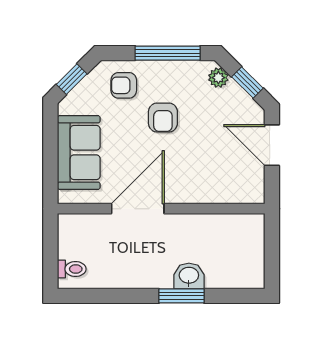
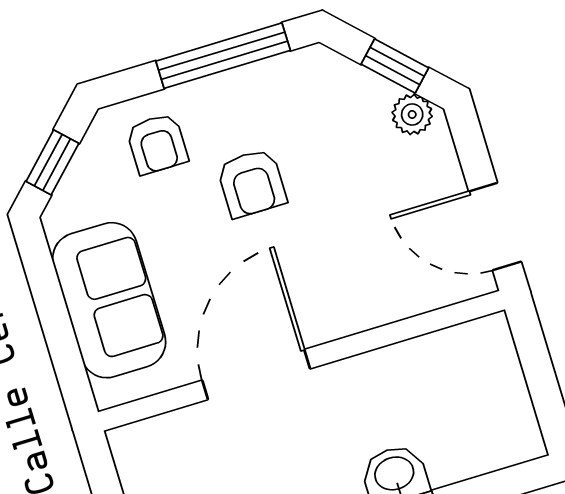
plant: (218, 78) -> (412, 114), moved
armchair: (124, 85) -> (157, 144), turned -90
door: (272, 145) -> (495, 226), moved

